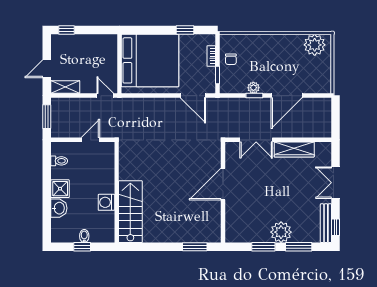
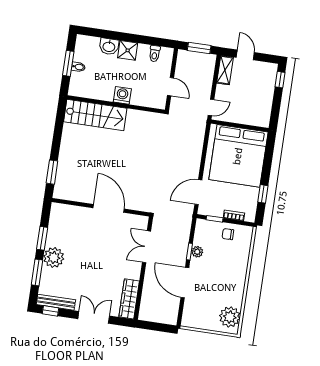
wardrobe: (294, 150) -> (129, 299), moved
washing machine: (106, 202) -> (122, 95), moved
window: (82, 247) -> (68, 63), width x1.50

